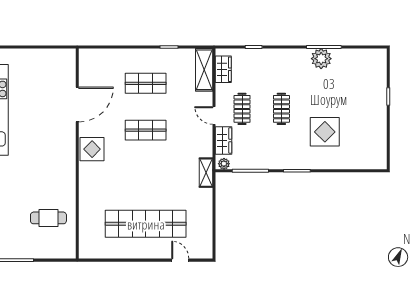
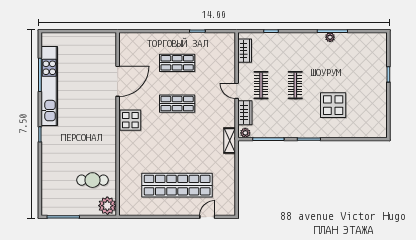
plant: (321, 59) -> (330, 37), width x0.53, depth x0.53
shelving: (204, 70) -> (228, 51), removed
plant: (65, 247) -> (107, 206), added
door: (180, 260) -> (207, 217), hinge flipped

